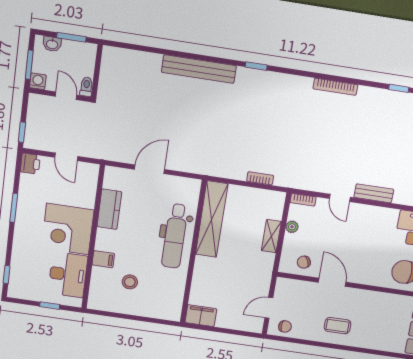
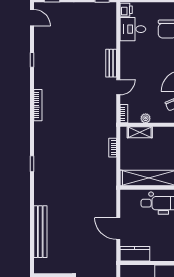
bench: (199, 69) -> (40, 232), moved
kitchen counter: (109, 209) -> (135, 254), moved
shelving: (271, 236) -> (140, 132), moved

